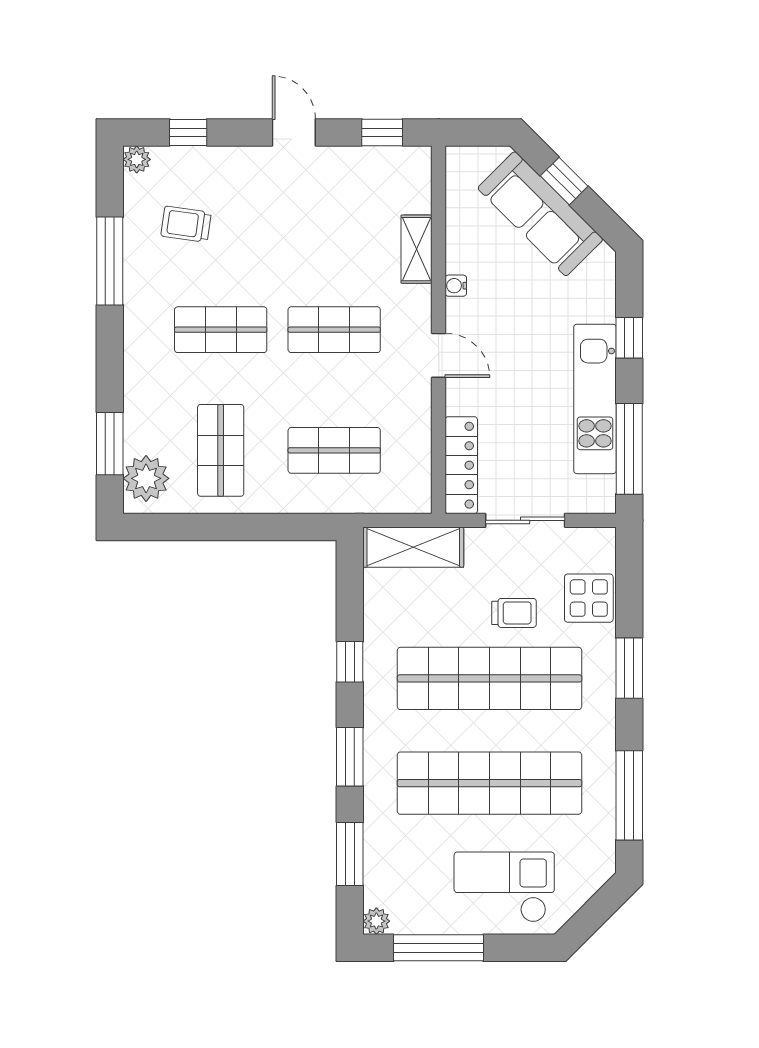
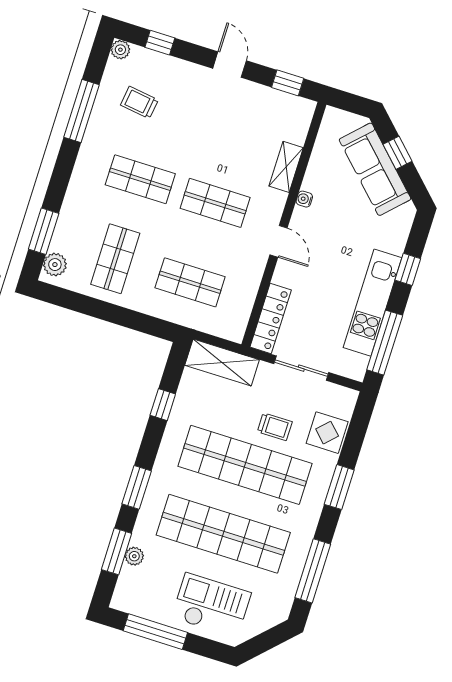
plant: (146, 478) -> (55, 265), width x0.73, depth x0.73
window: (350, 662) -> (163, 405), moved
plant: (376, 921) -> (134, 556), moved

